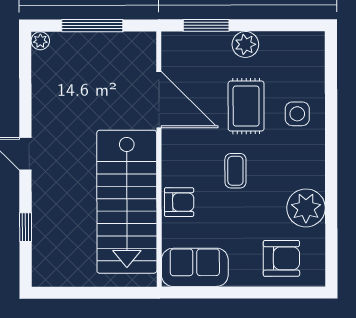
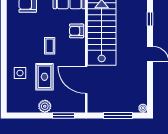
plant: (306, 208) -> (16, 28), removed

